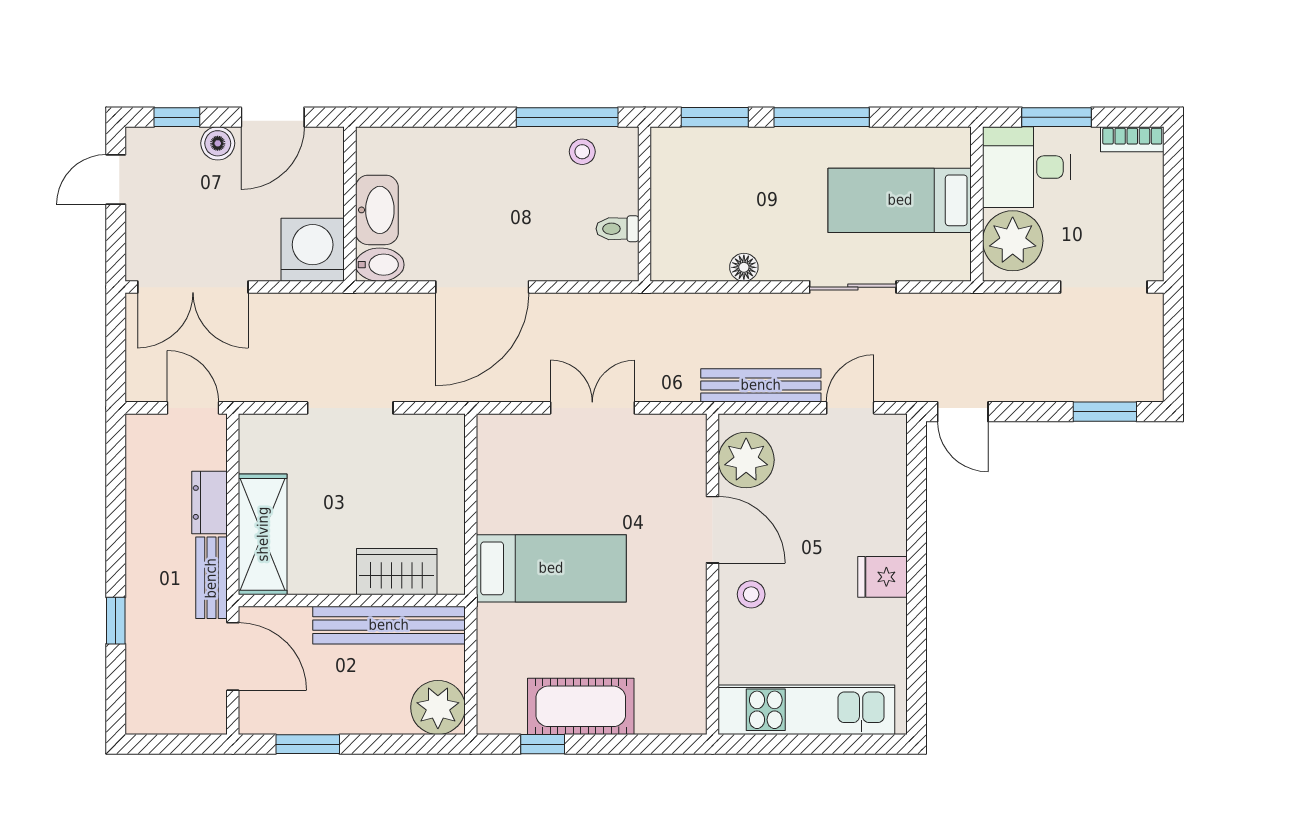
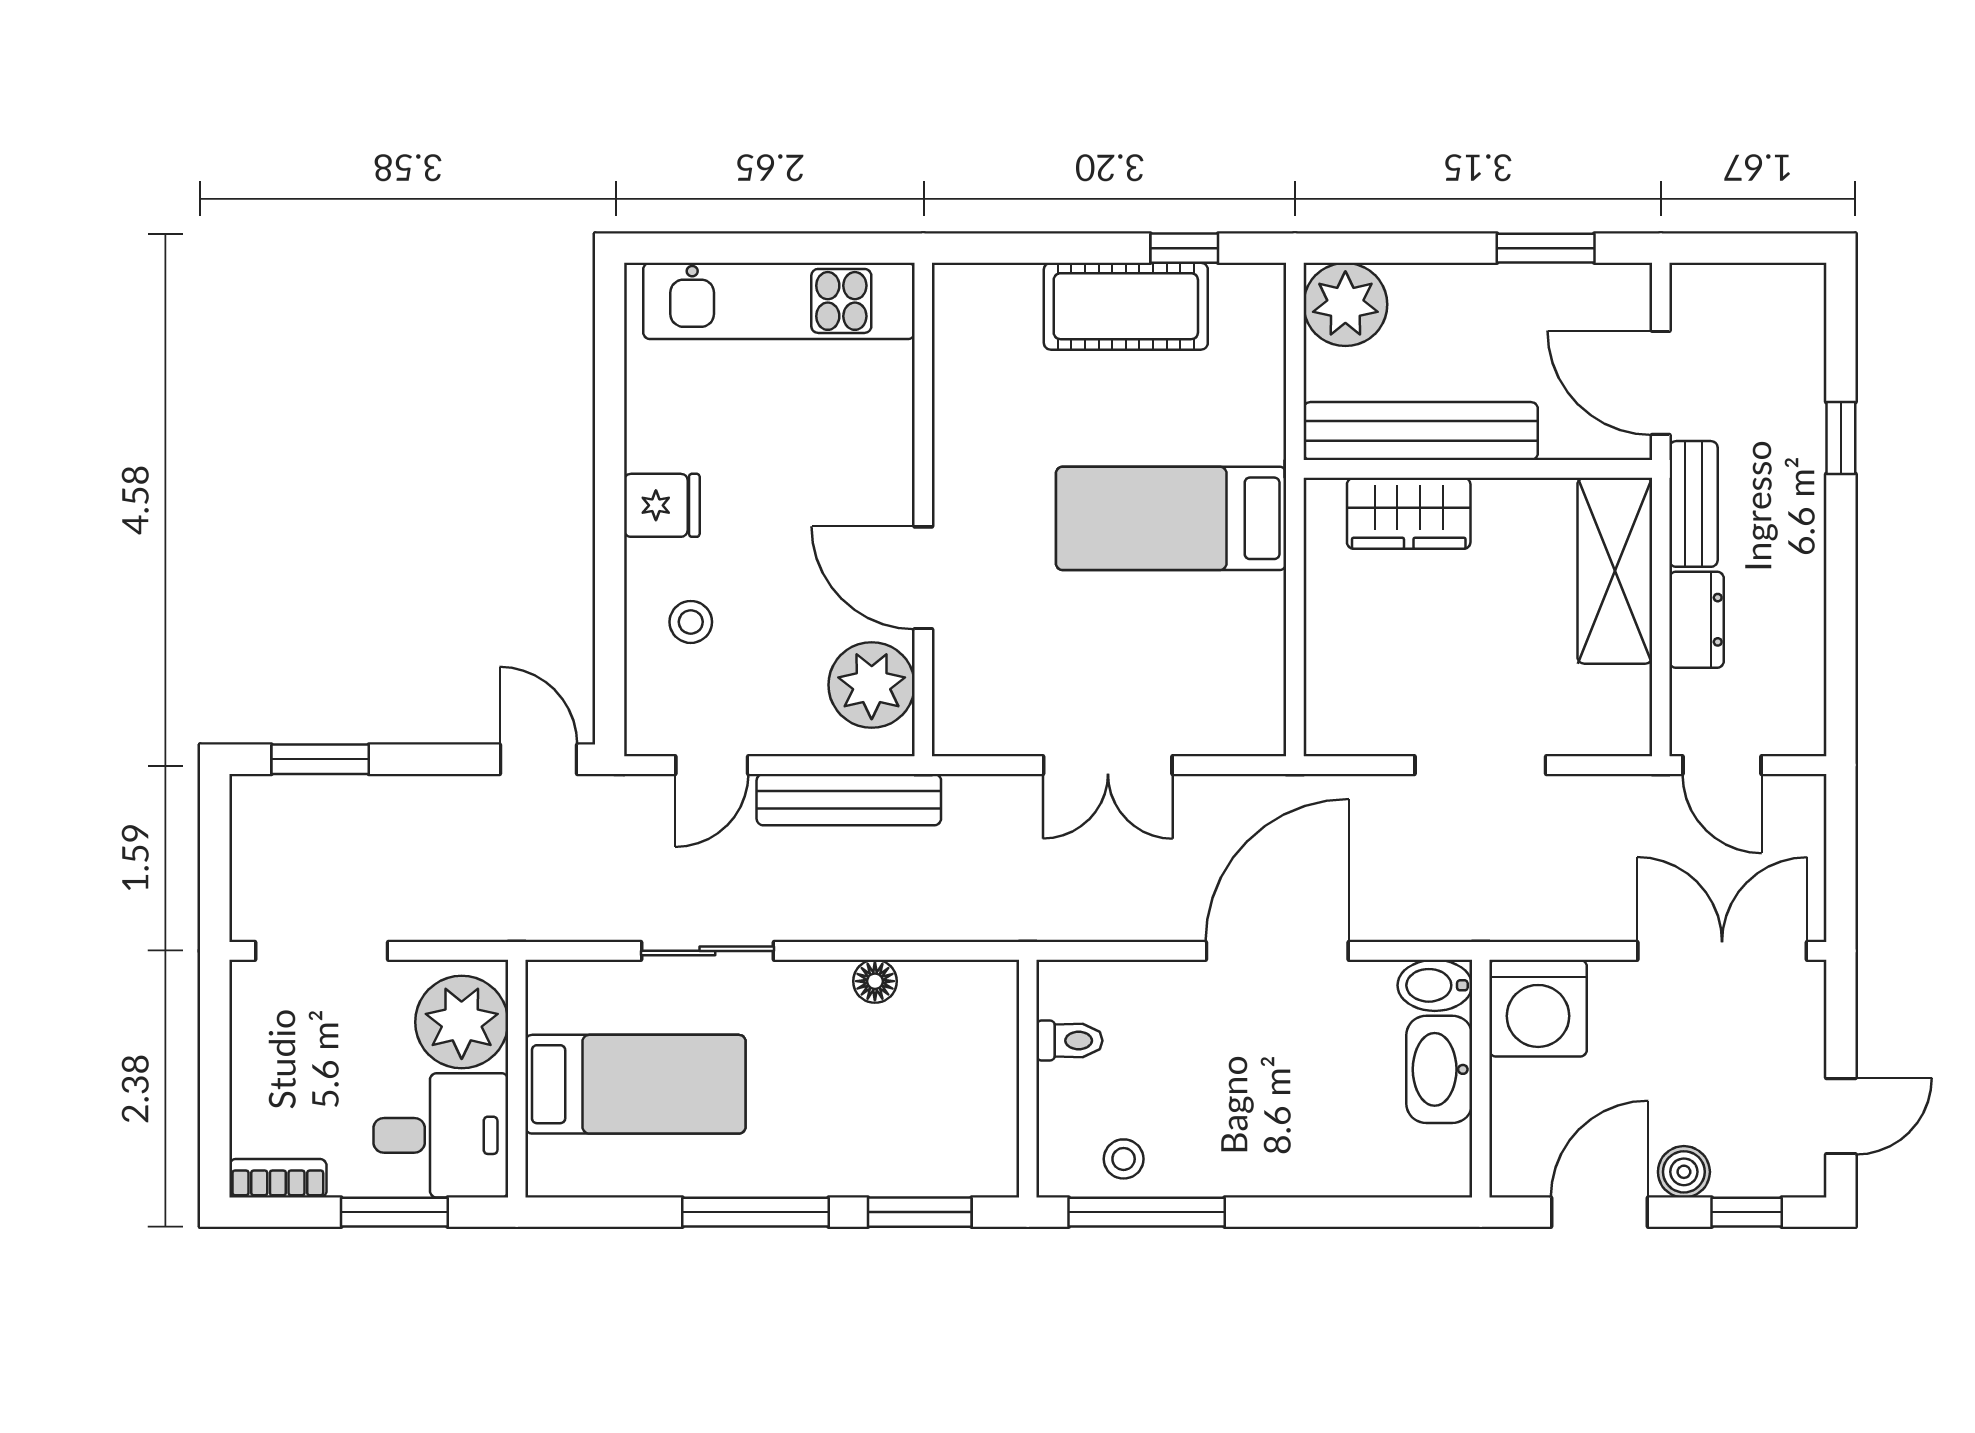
stool: (751, 594) -> (691, 622), moved

